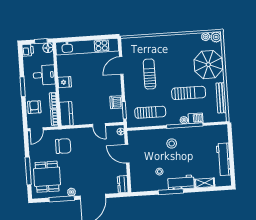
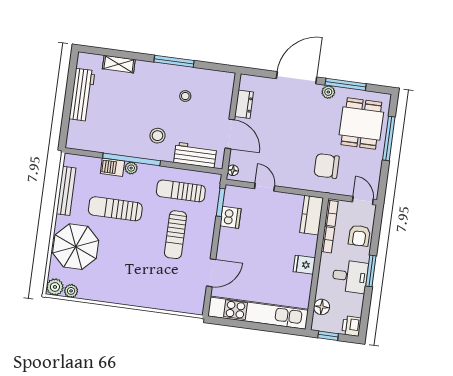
floor lamp: (48, 48) -> (322, 307), moved
sun lounger: (149, 74) -> (175, 235), moved
desk: (44, 75) -> (350, 276), moved, turned 180
door: (36, 129) -> (363, 201), hinge flipped
workbench: (181, 182) -> (195, 155), moved, turned 180
dresser: (123, 184) -> (244, 104), moved

